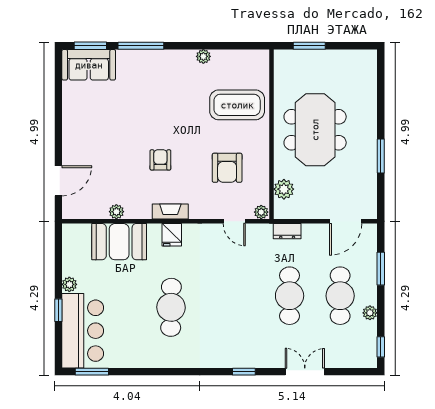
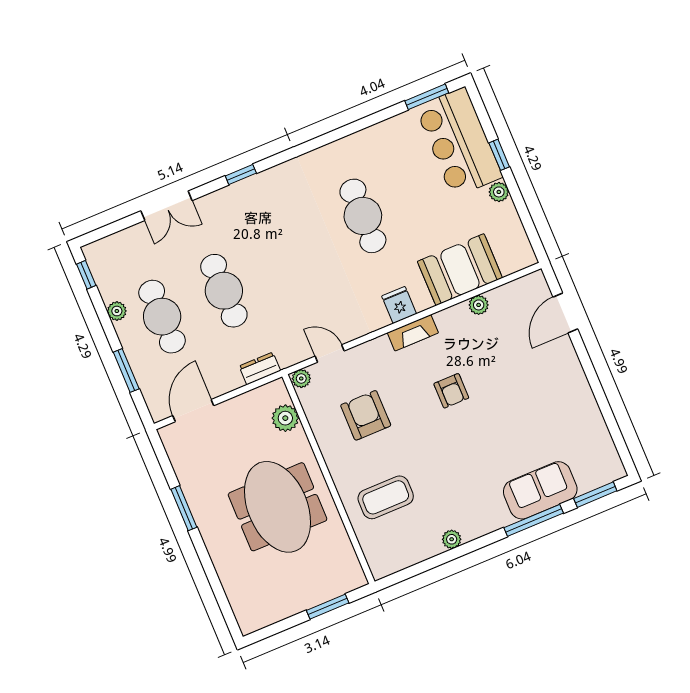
sofa: (89, 65) -> (540, 490), moved
coffee table: (237, 105) -> (386, 497), width x0.73, depth x0.76

